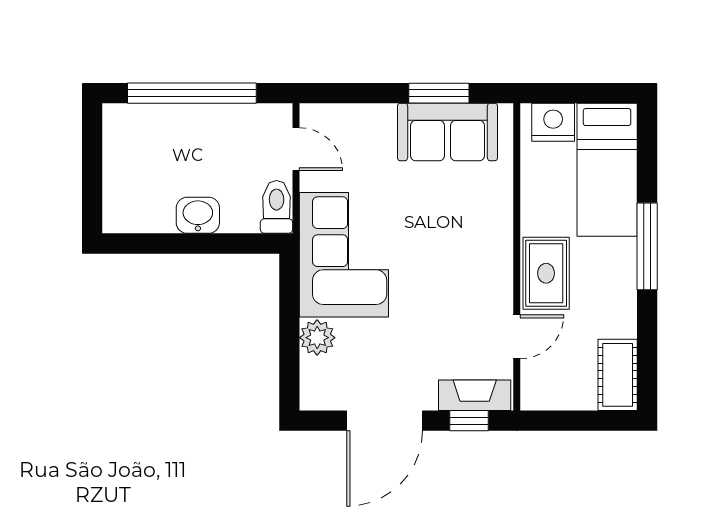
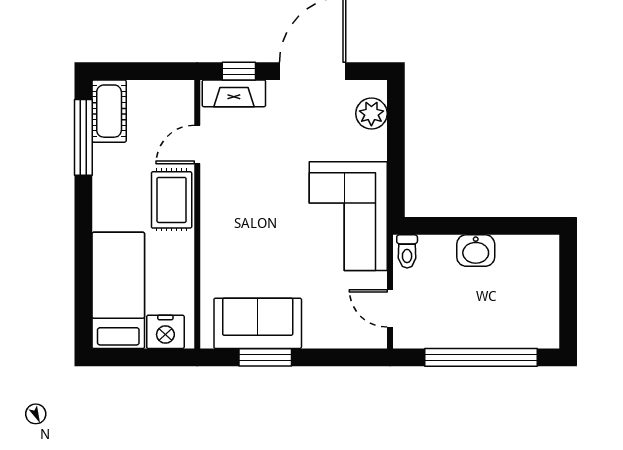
toilet: (277, 207) -> (407, 251), width x0.73, depth x0.72
window: (647, 246) -> (83, 137), moved
plant: (317, 338) -> (371, 114), moved

